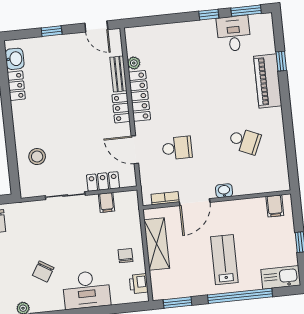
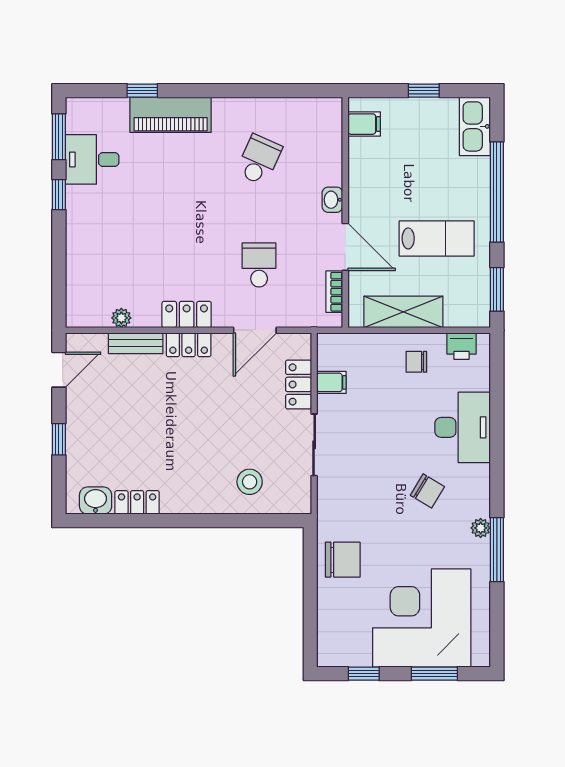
locker: (139, 96) -> (187, 314), width x0.66
lab bench: (224, 260) -> (437, 238), moved, turned 180

